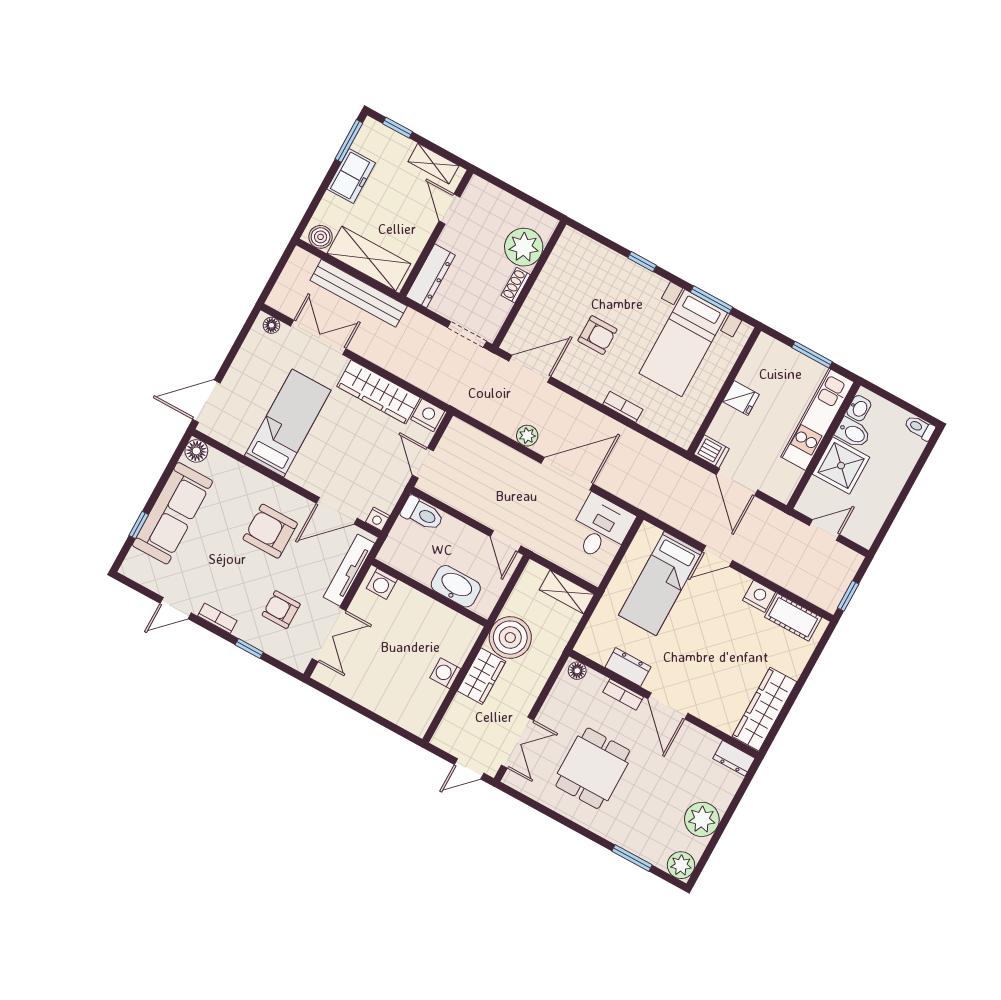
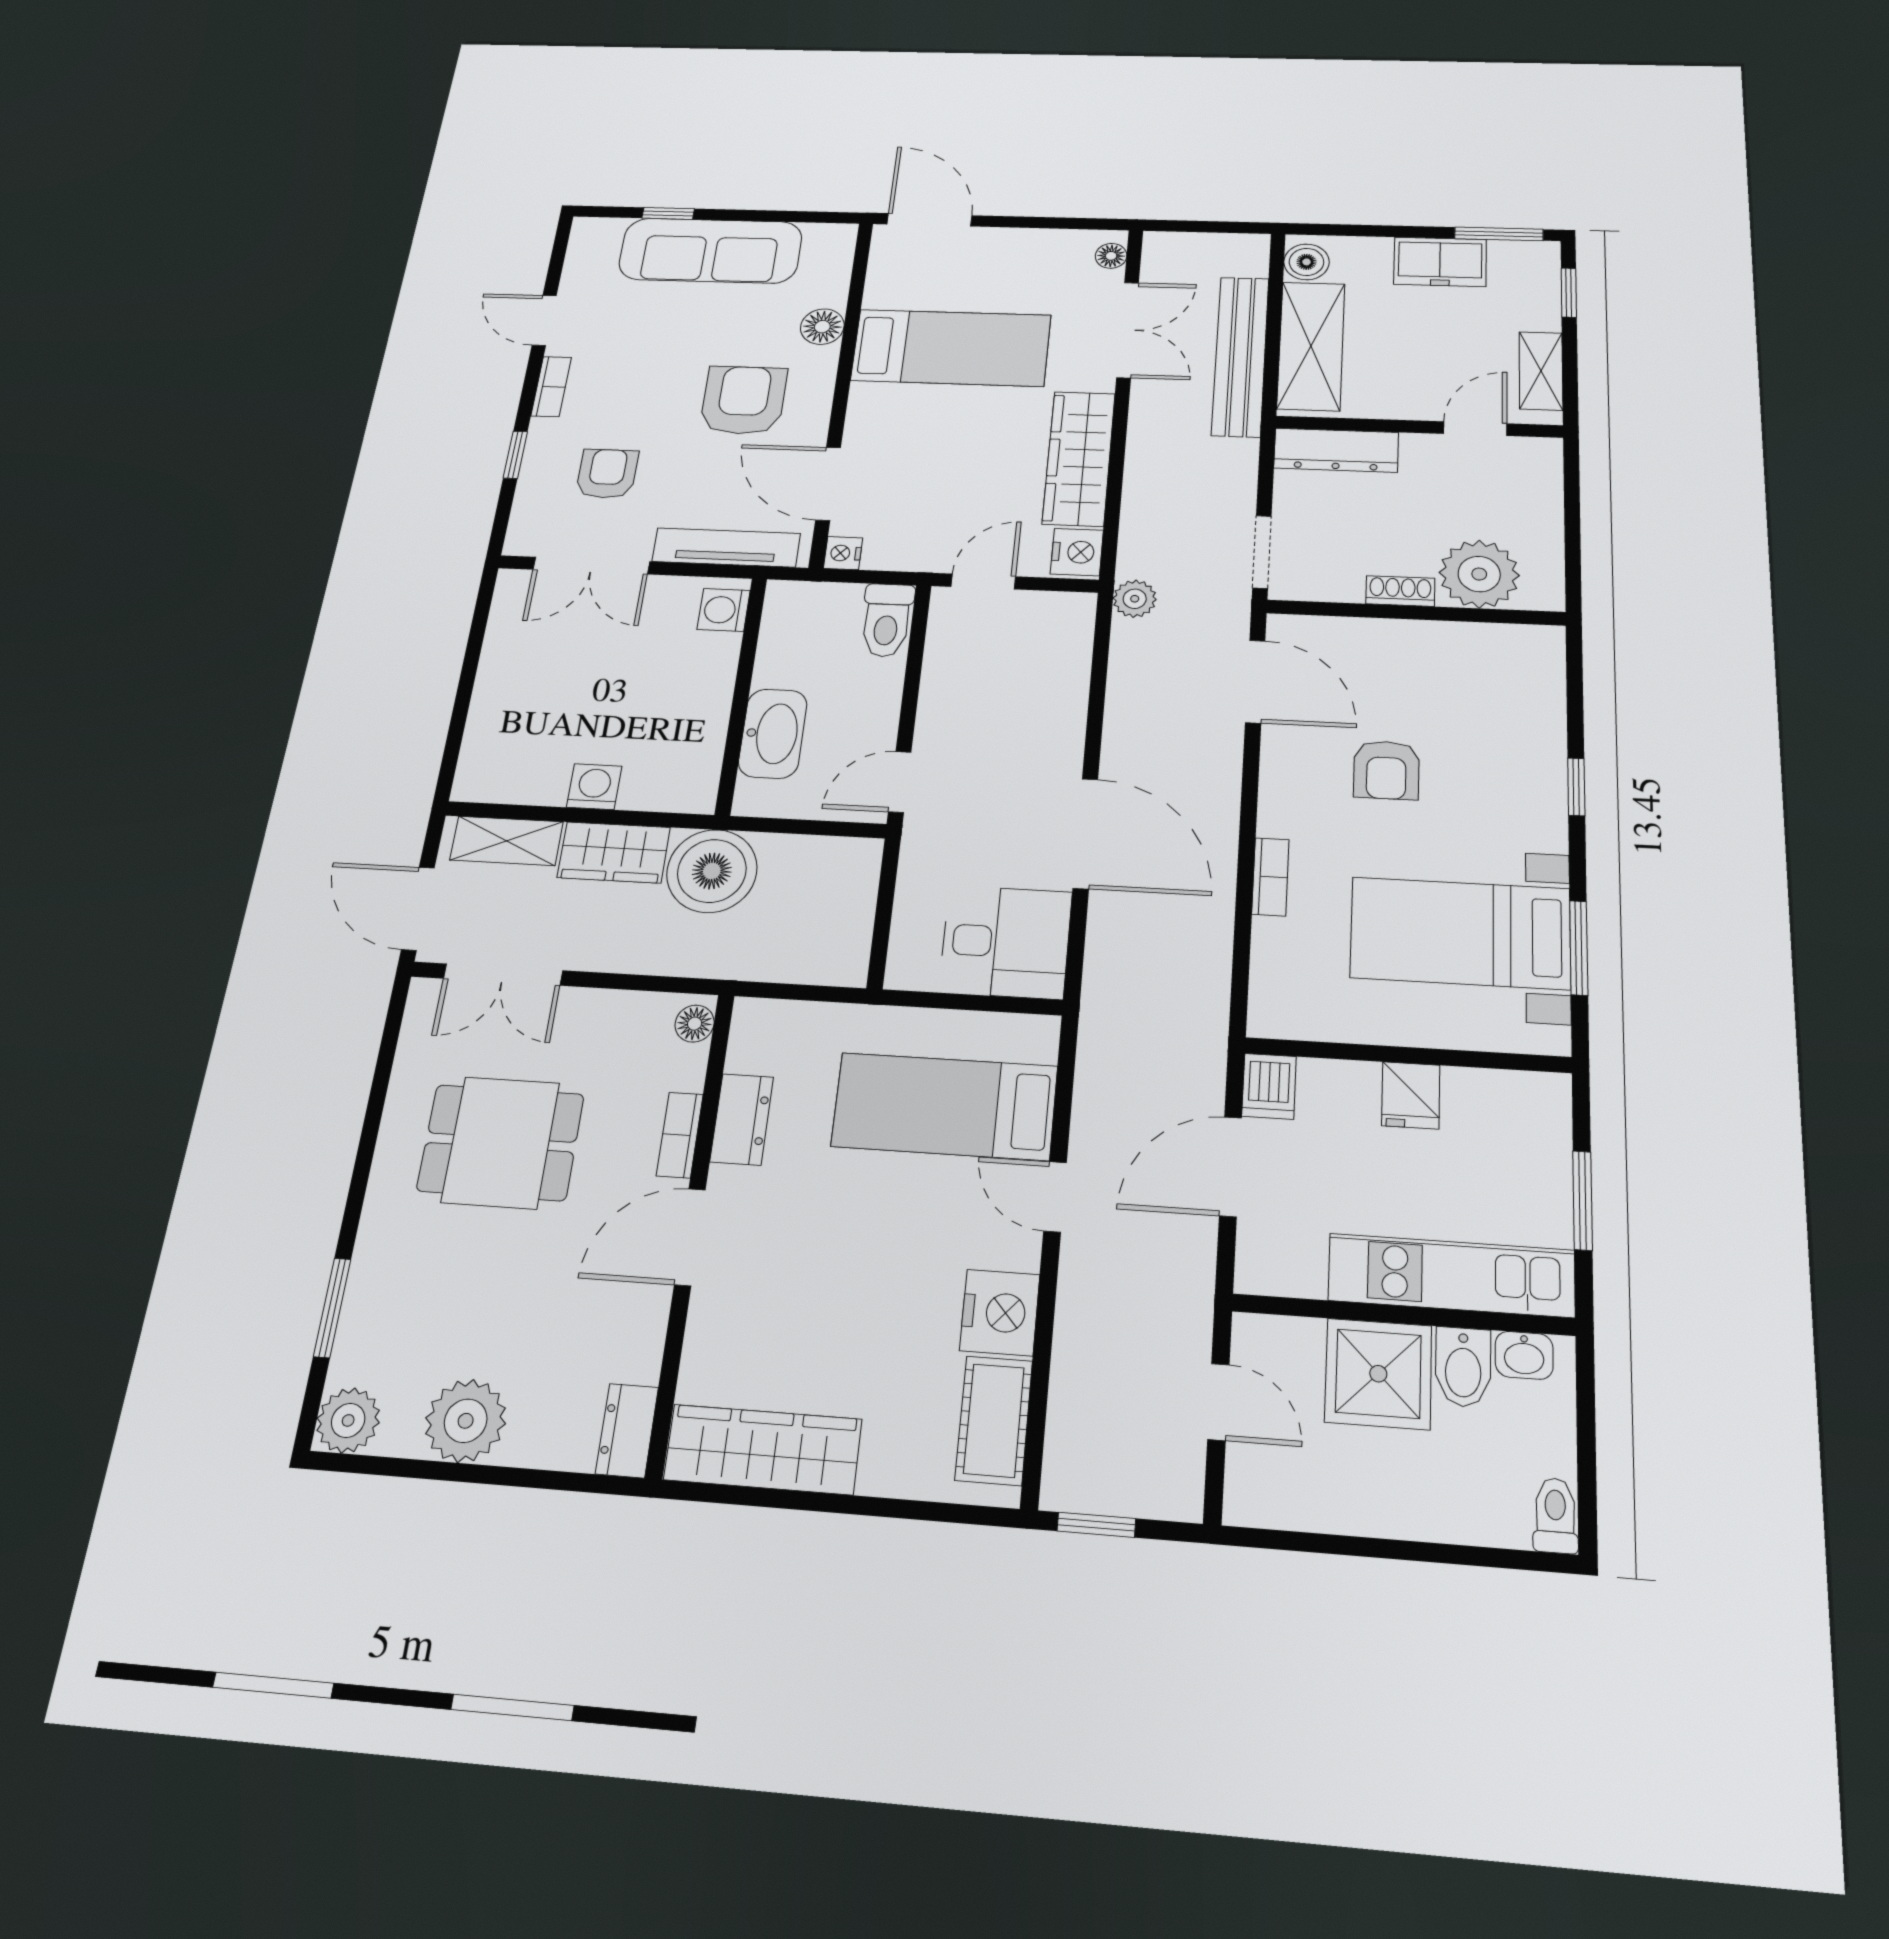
plant: (527, 436) -> (1135, 599), moved
floor lamp: (196, 451) -> (822, 327), moved
shelving: (567, 592) -> (506, 841), moved, turned 90
nightstand: (759, 596) -> (1000, 1313), width x1.36, depth x1.33
door: (469, 769) -> (418, 909), width x1.38

